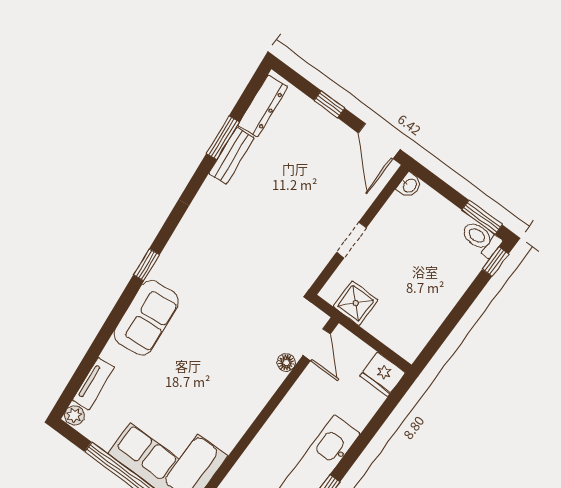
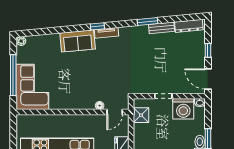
window: (223, 138) -> (148, 22), moved
door: (379, 141) -> (208, 79), hinge flipped
washing machine: (399, 222) -> (183, 109), added
tv unit: (93, 384) -> (106, 33), moved

